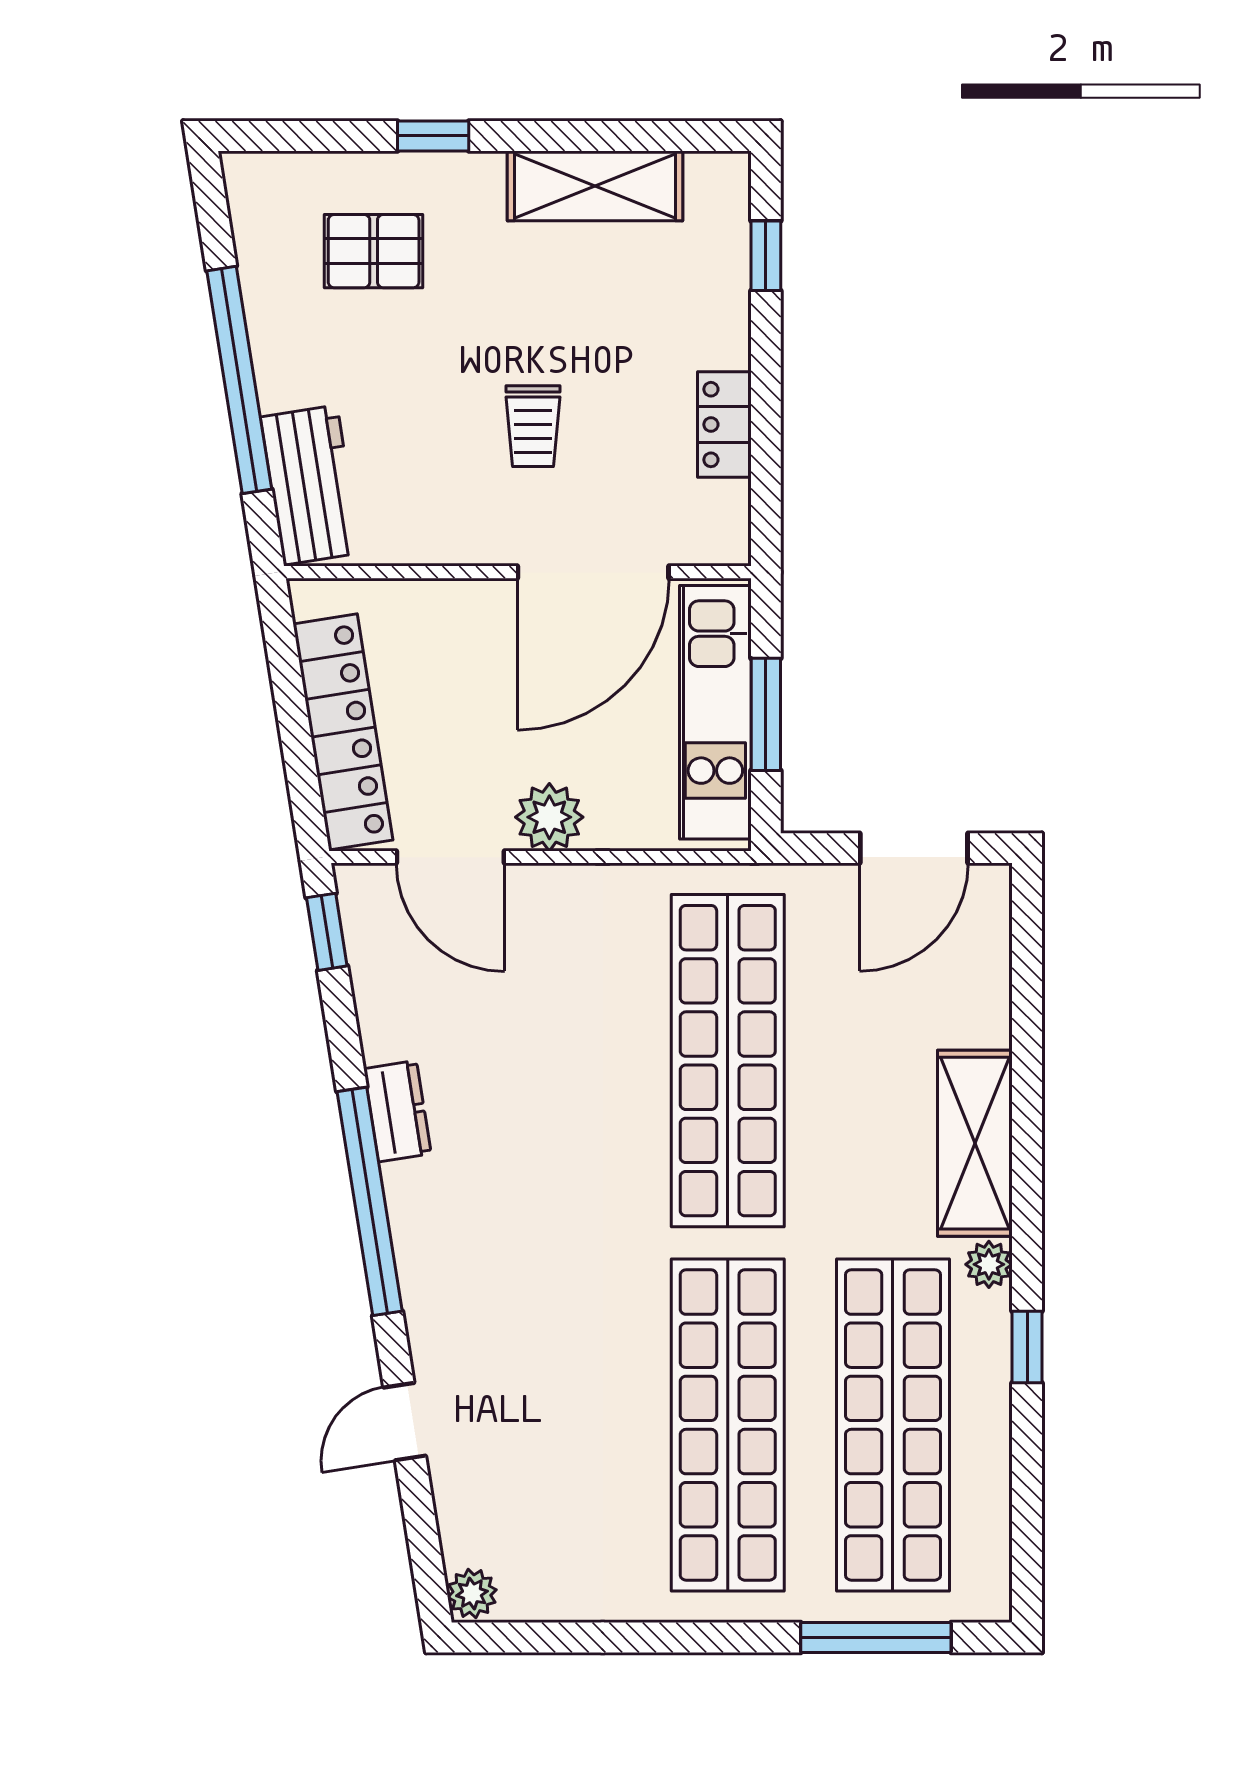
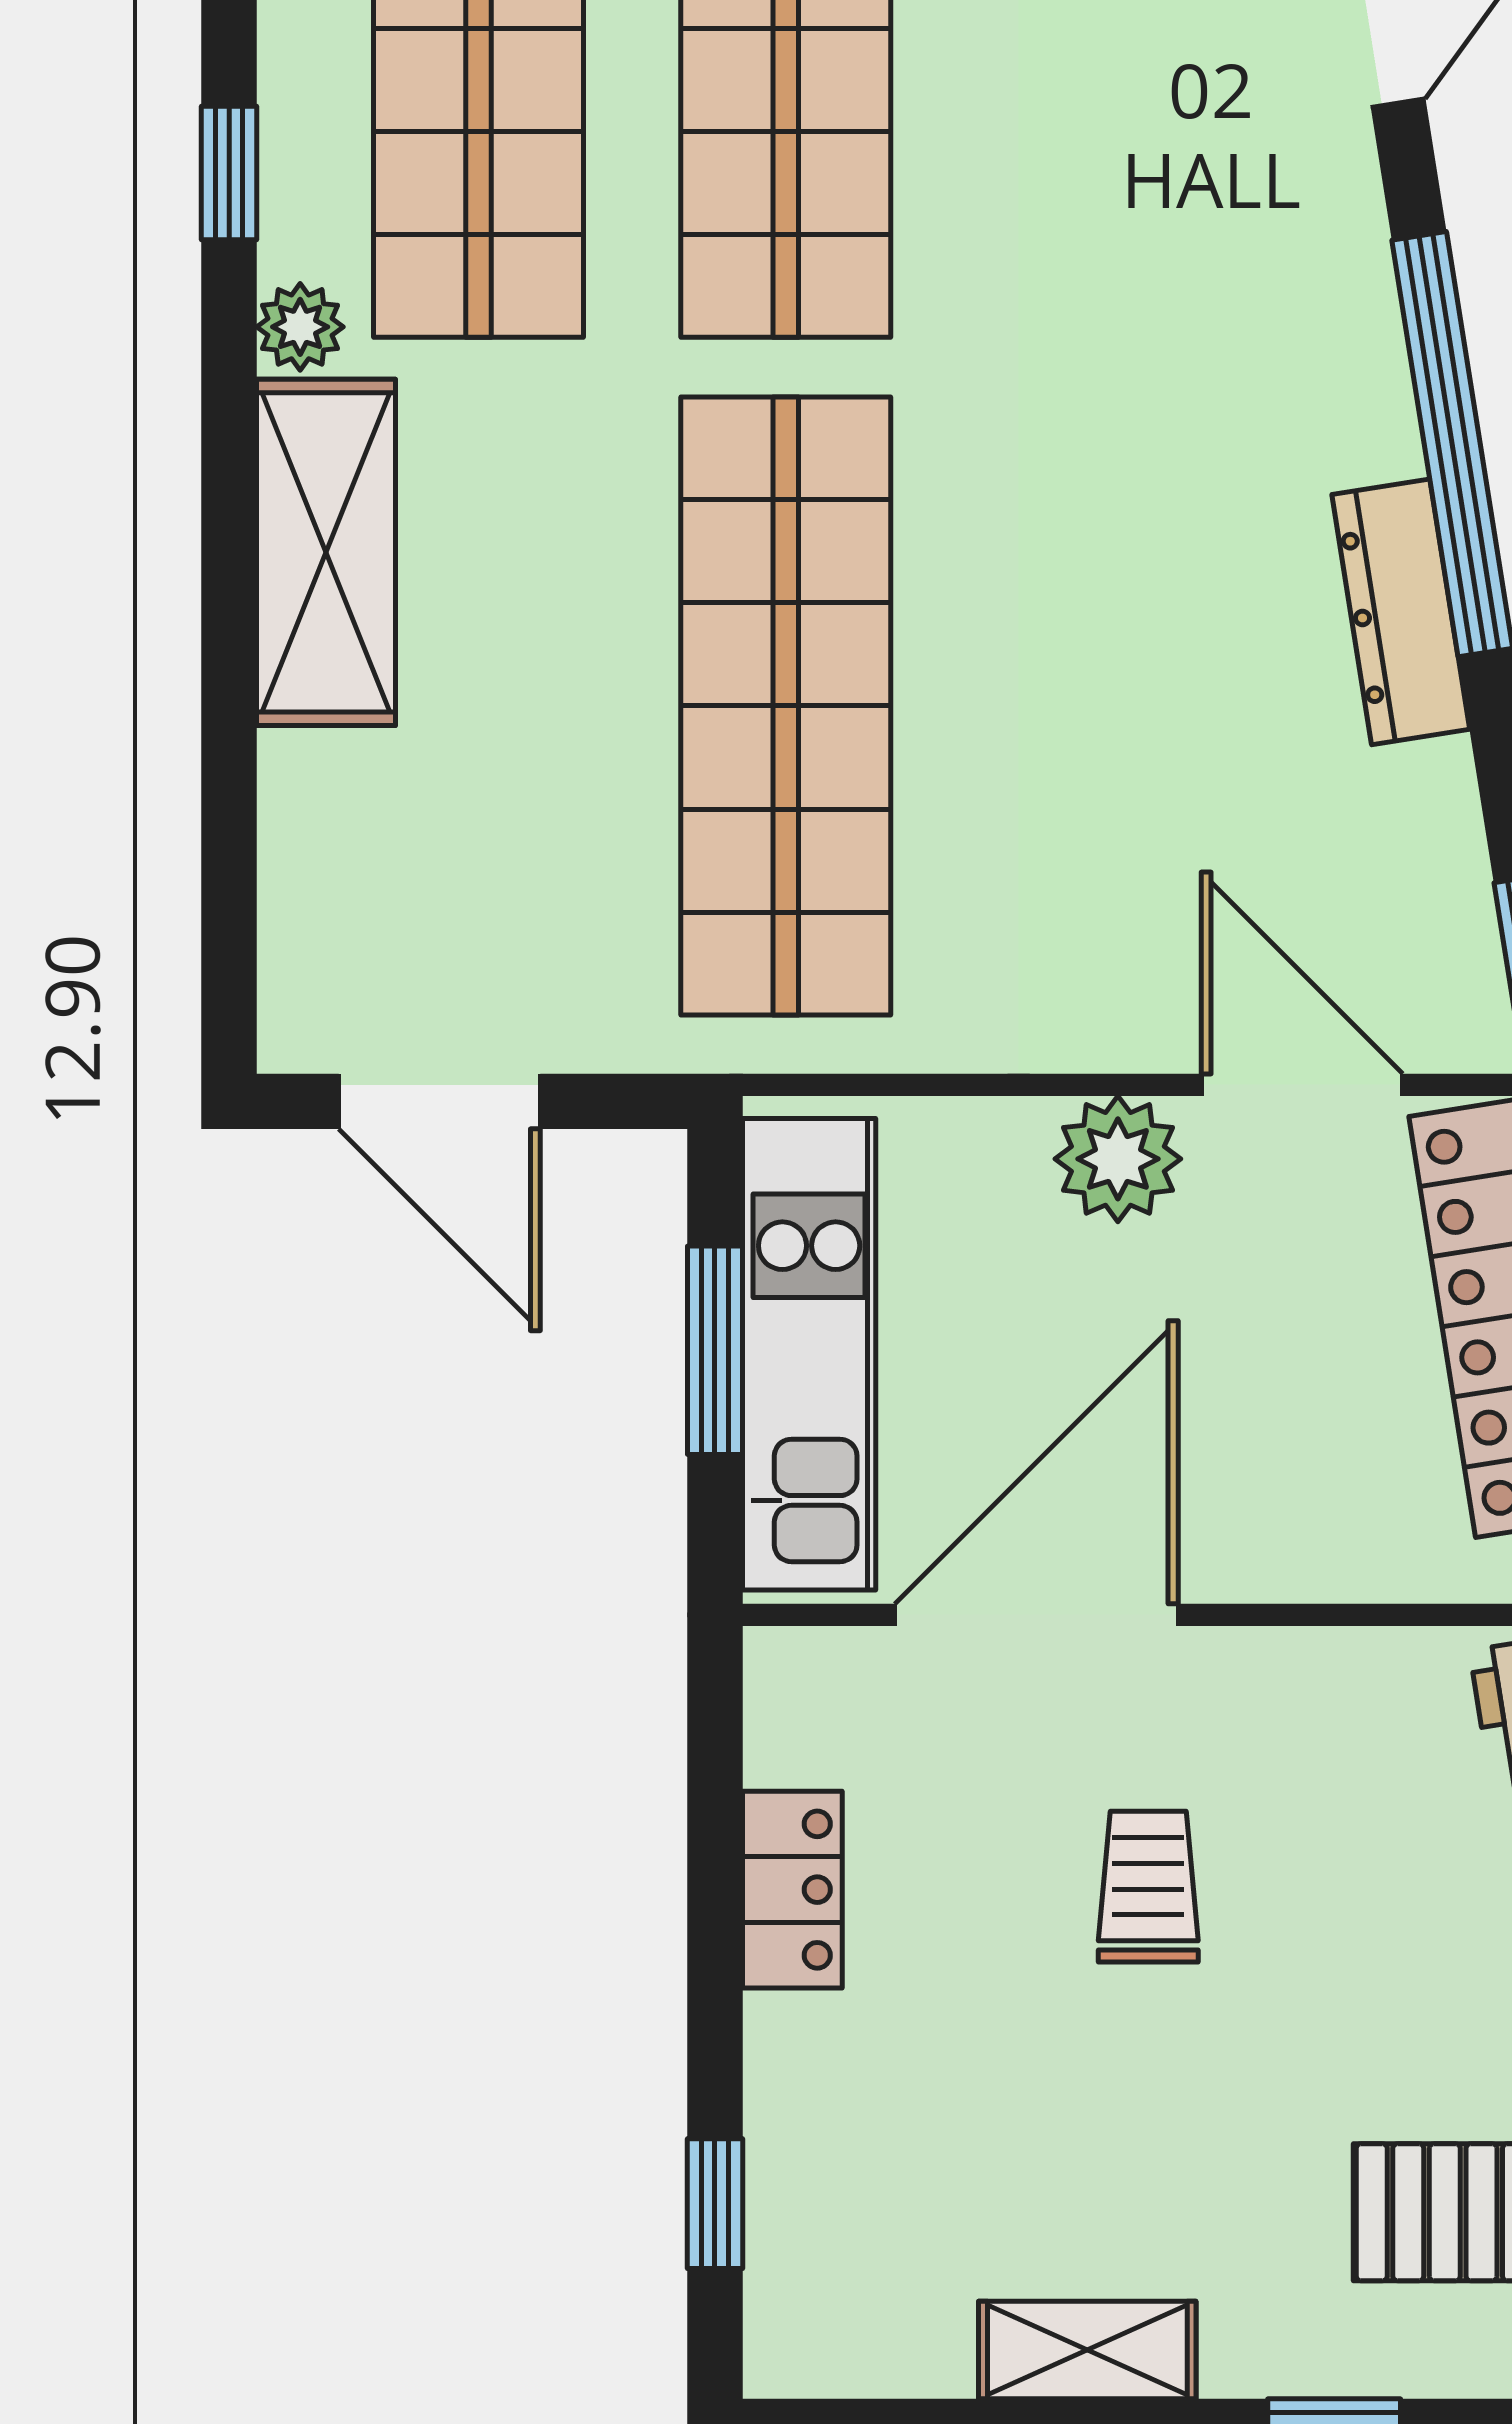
shelving: (595, 186) -> (1087, 2350), width x0.67, depth x0.75
door: (914, 848) -> (440, 1101), swing flipped
dresser: (397, 1111) -> (1401, 612), width x1.44

